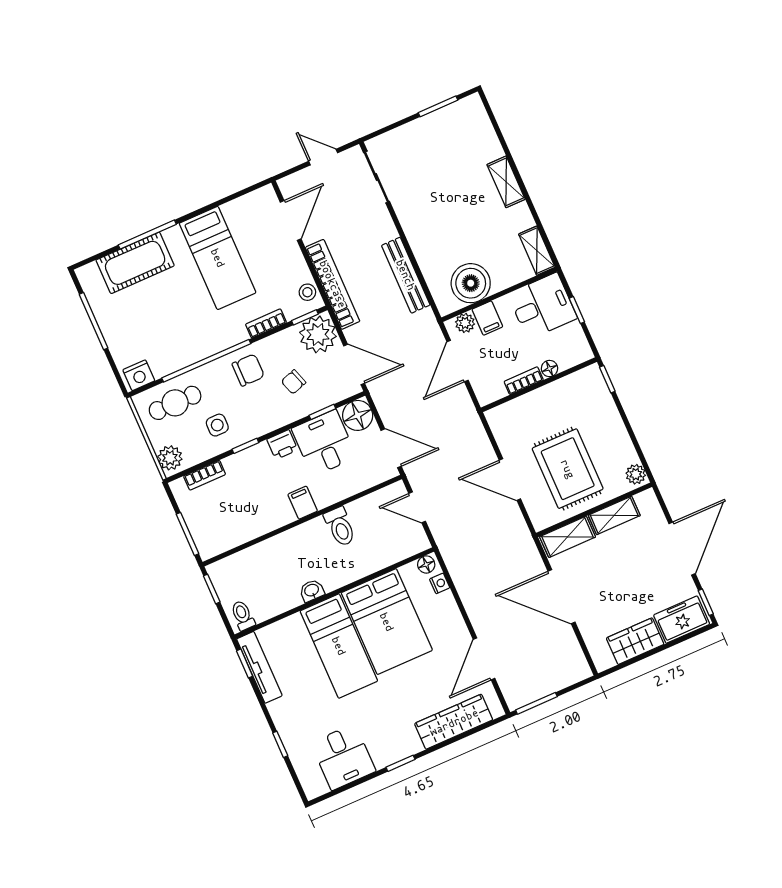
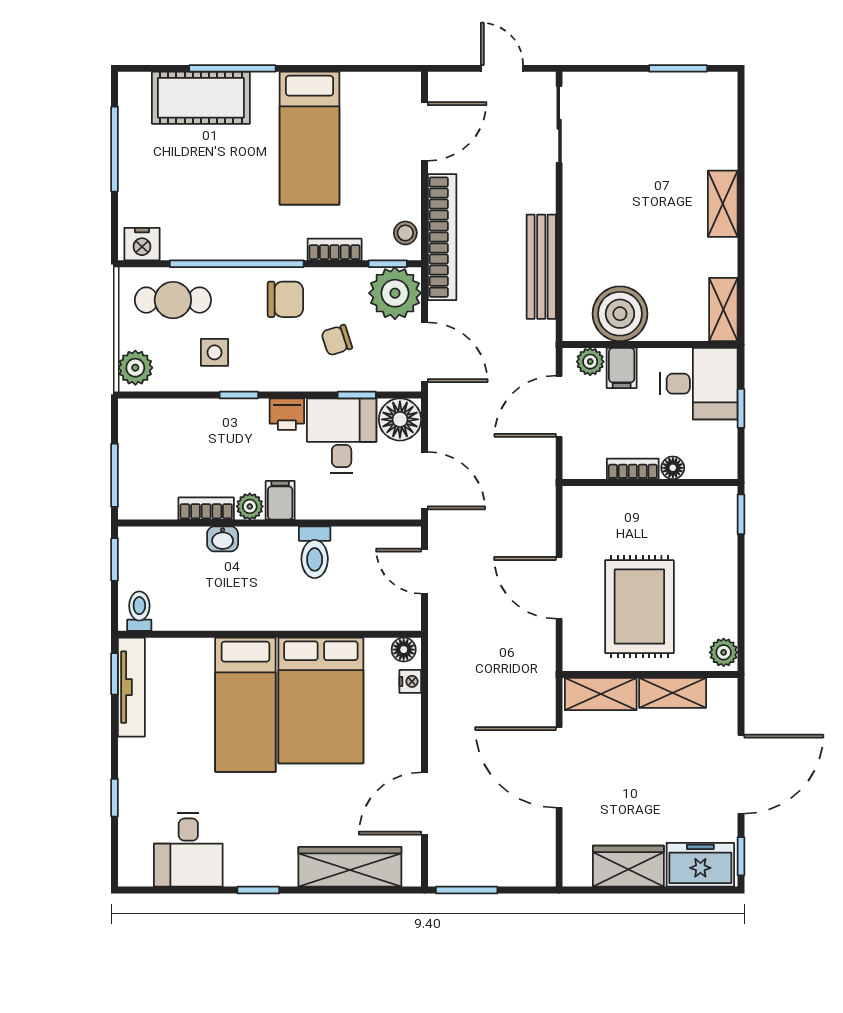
bookcase: (205, 475) -> (206, 509), moved, turned 180
plant: (285, 515) -> (250, 506), added
washbasin: (312, 591) -> (223, 539), moved, turned 180

